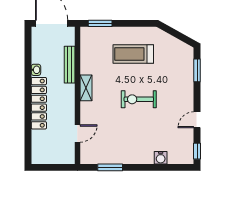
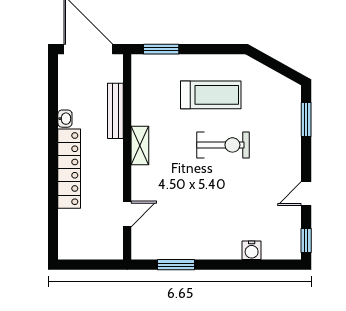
treadmill: (133, 54) -> (211, 95), turned 180
exercise bike: (139, 99) -> (223, 145), moved, turned 180

